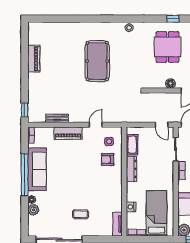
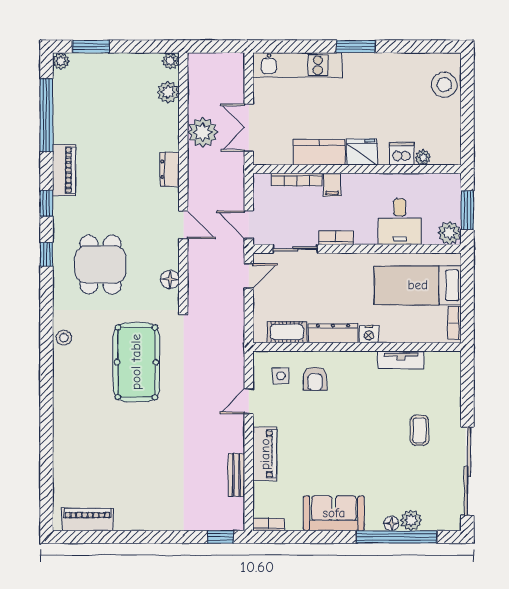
dining table: (167, 47) -> (100, 265), turned 90
piano: (34, 59) -> (88, 519), moved
pool table: (97, 61) -> (136, 362), moved, turned 90
floor lamp: (171, 83) -> (170, 279), moved
door: (96, 125) -> (249, 401), hinge flipped
sofa: (37, 169) -> (334, 513), width x0.73
window: (25, 175) -> (397, 537), moved
nightstand: (131, 207) -> (369, 334), moved
tv unit: (118, 224) -> (401, 360), moved

